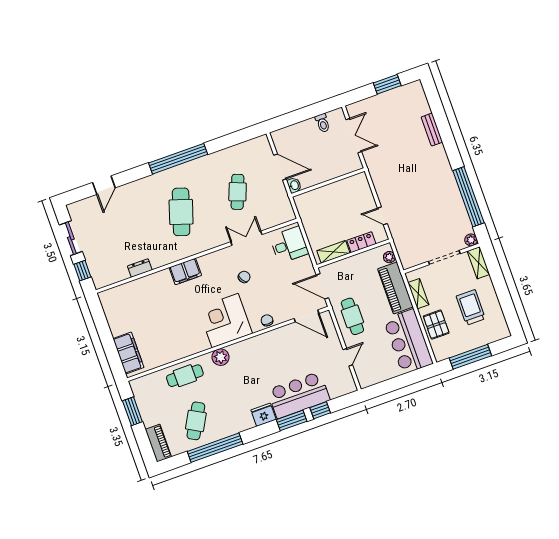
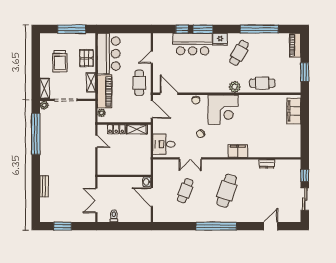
cafe table: (196, 421) -> (239, 53), moved

